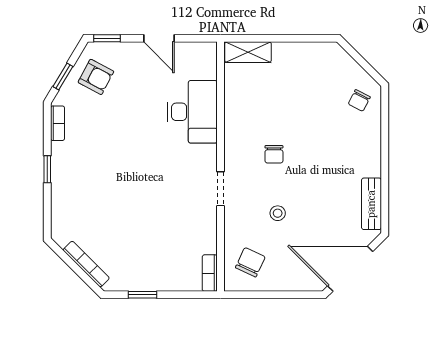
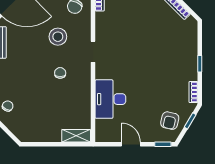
armchair: (96, 77) -> (170, 121), turned -105
stool: (278, 213) -> (58, 37), width x1.89, depth x1.89

